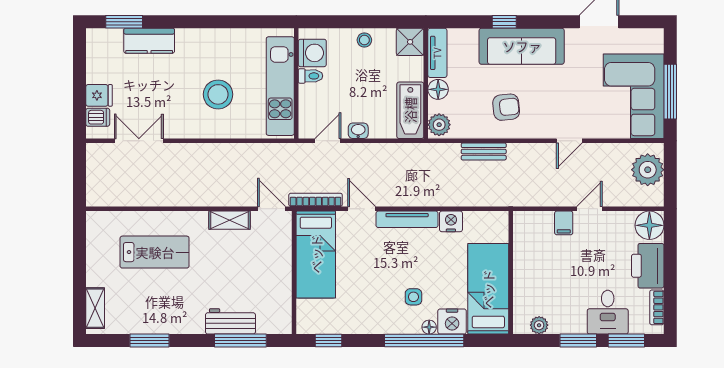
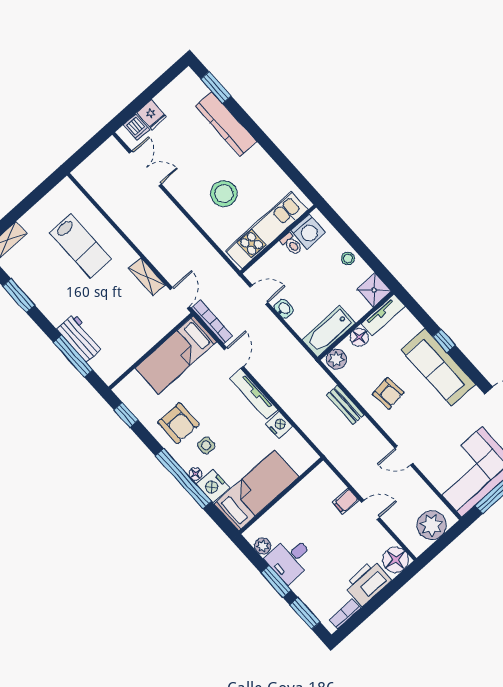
kitchen counter: (149, 41) -> (226, 124), width x1.50
armchair: (374, 303) -> (178, 423), added
desk: (608, 312) -> (290, 559), moved

